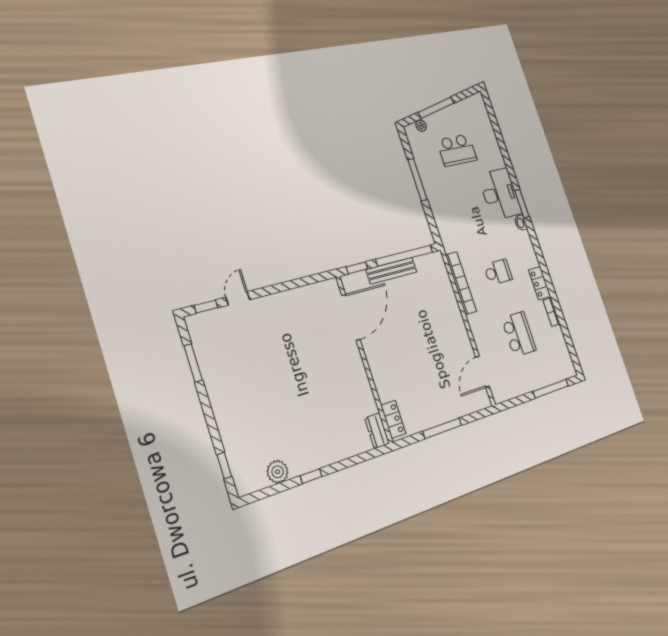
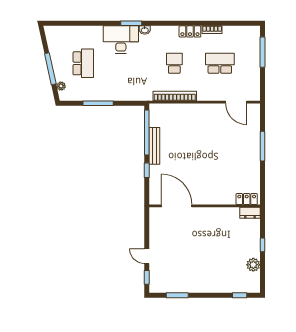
door: (351, 317) -> (177, 206), moved
wall: (364, 359) -> (205, 206), moved
locker: (393, 419) -> (247, 199), moved
dresser: (377, 431) -> (250, 213), moved

